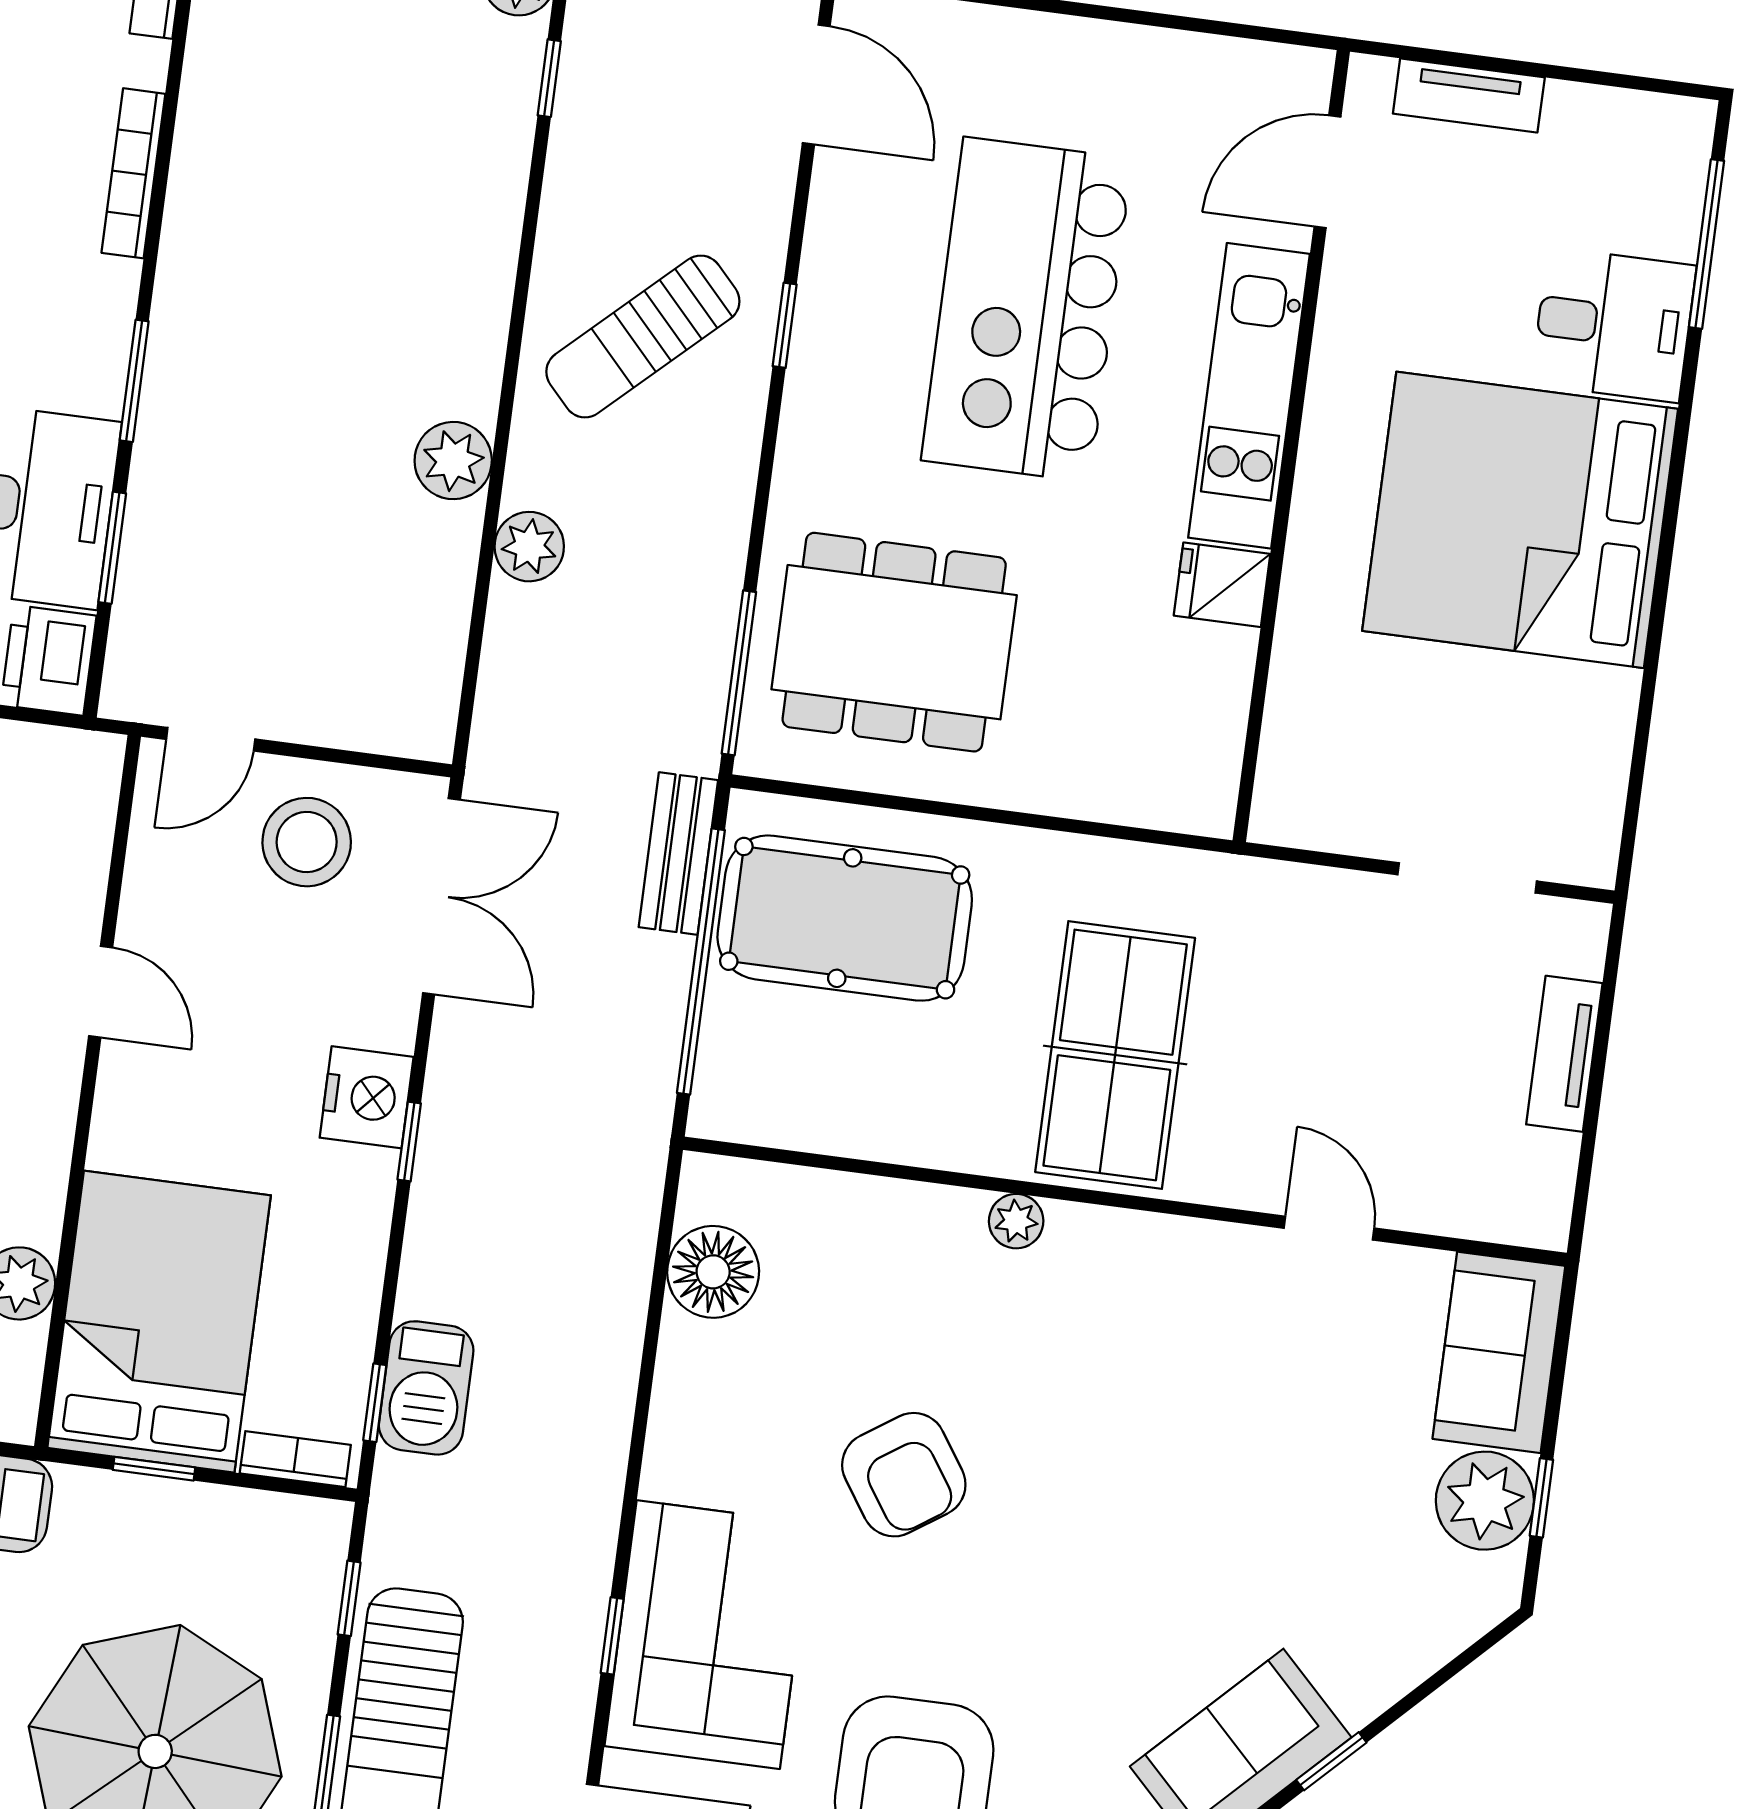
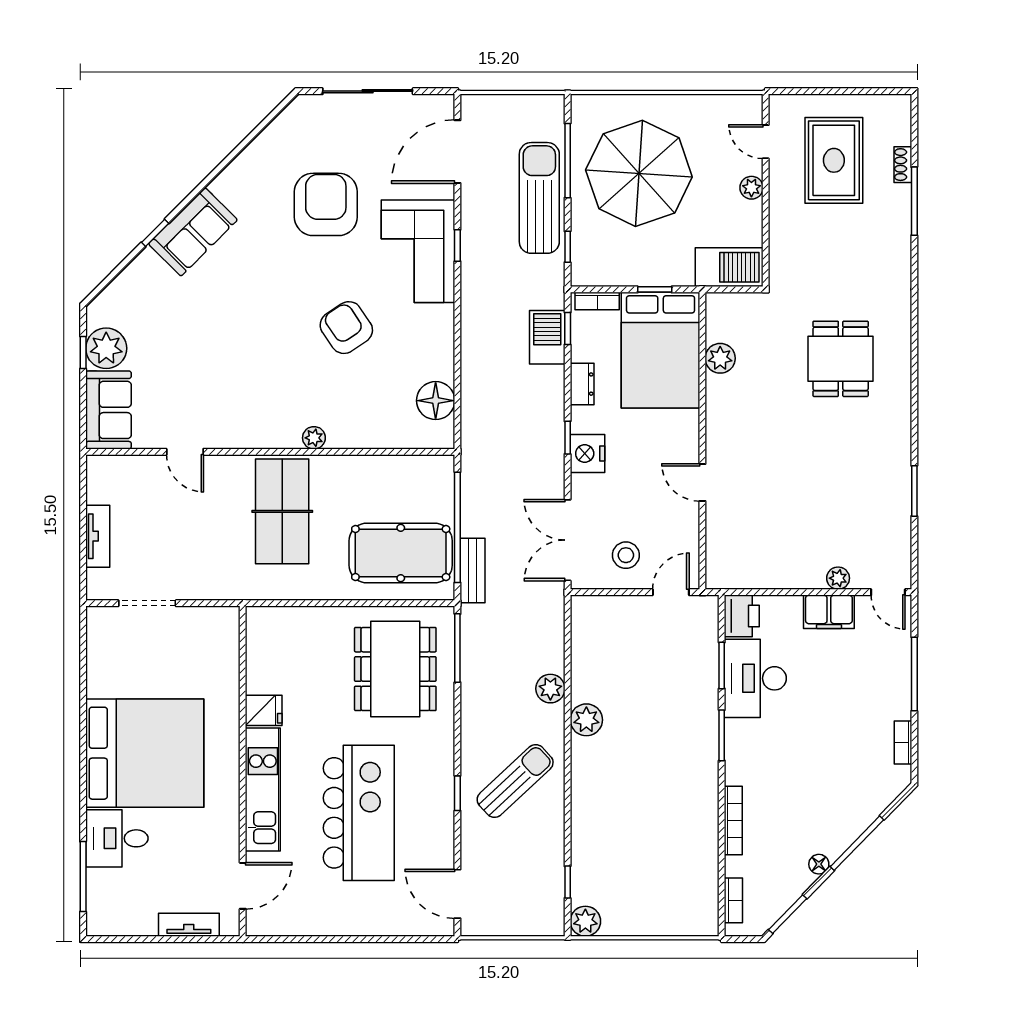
dining table: (894, 642) -> (395, 669), turned 90
stool: (307, 842) -> (626, 555), width x0.73, depth x0.73
dresser: (358, 1265) -> (582, 384), added

